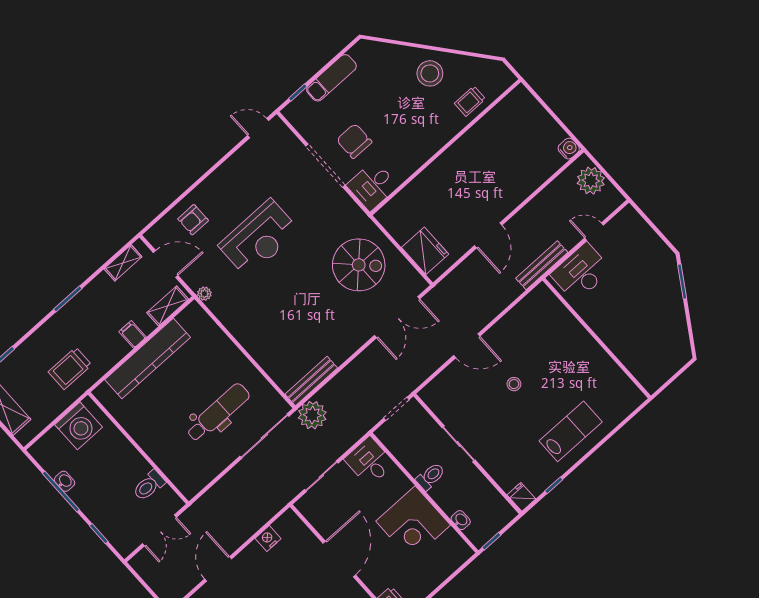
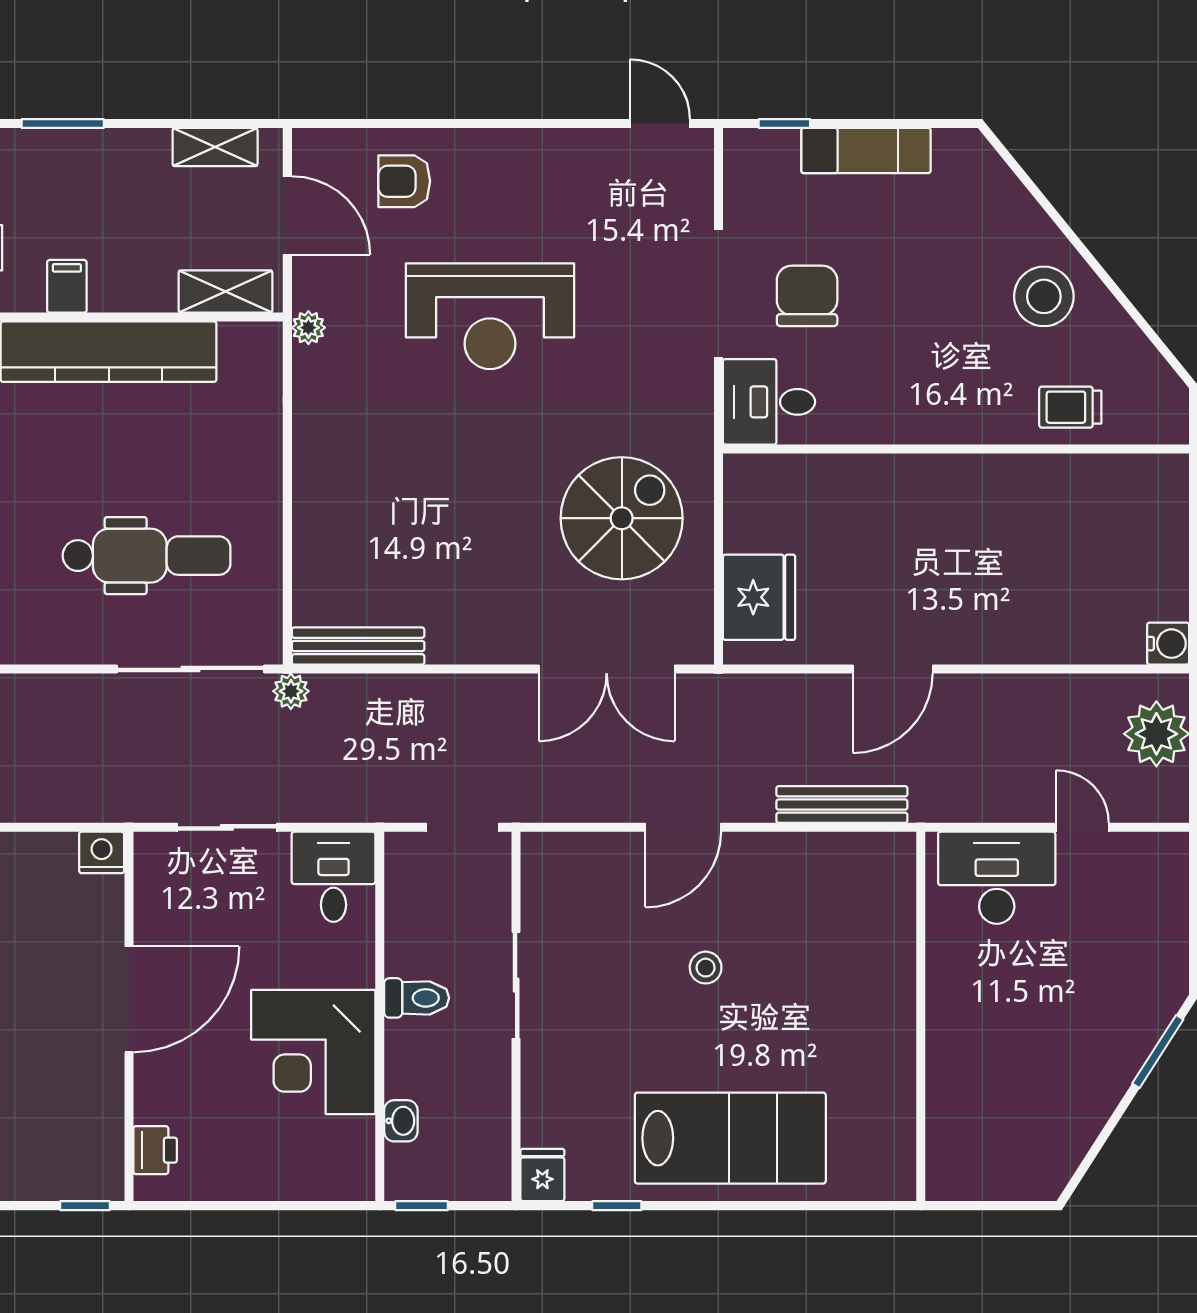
spiral stairs: (359, 265) -> (622, 518), turned -90
bench: (542, 265) -> (842, 805), moved
filing cabinet: (133, 334) -> (67, 286), moved
door: (467, 346) -> (683, 827), hinge flipped
plant: (312, 415) -> (291, 691), width x0.53, depth x0.53
lab bench: (571, 431) -> (730, 1138), width x1.36, depth x1.39
nightstand: (268, 539) -> (102, 852), moved

